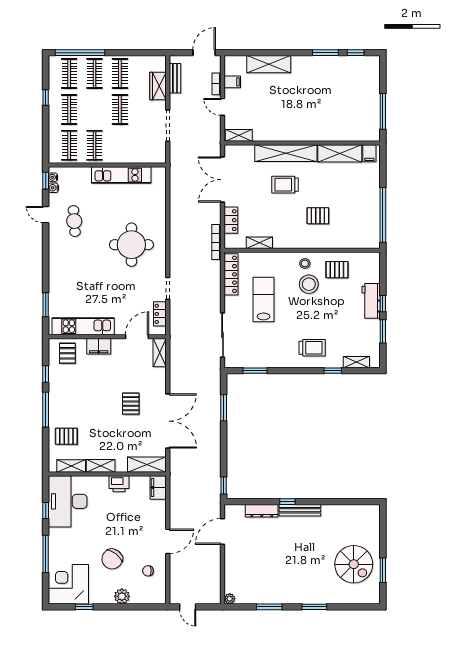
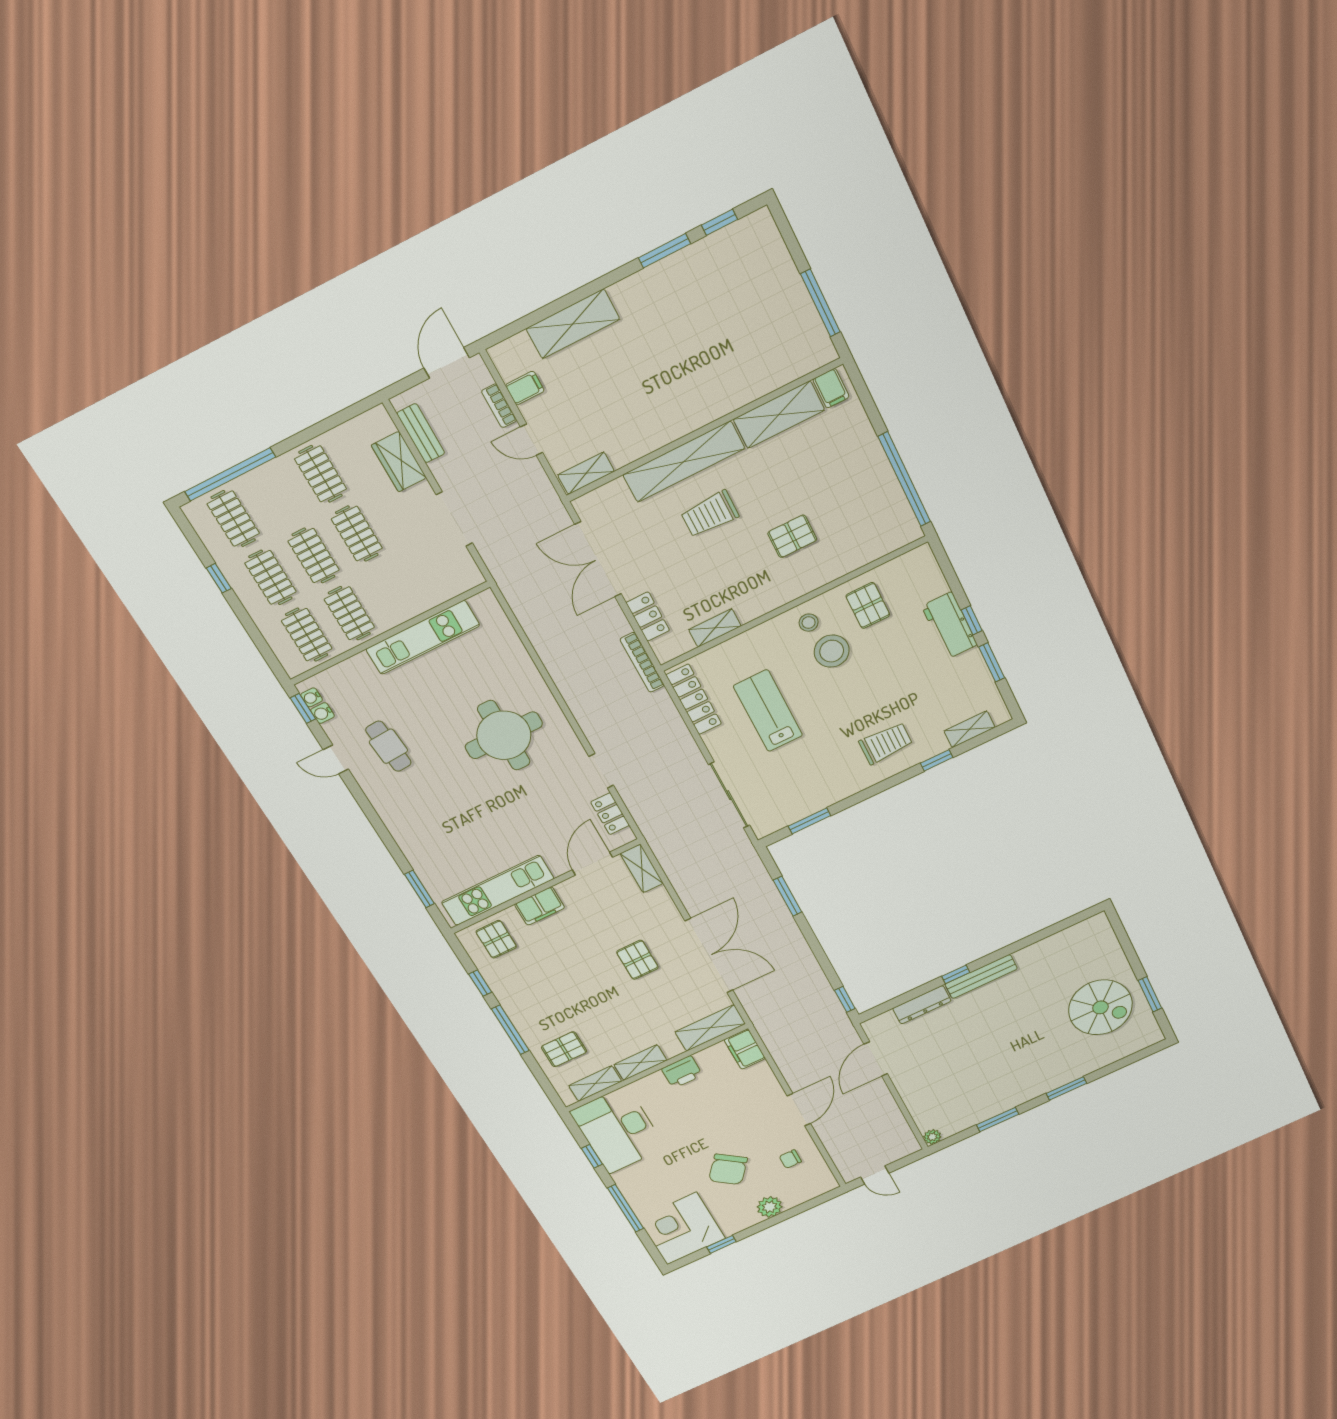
clothes rail: (95, 73) -> (314, 556), moved
pallet: (337, 270) -> (868, 605), turned 90

